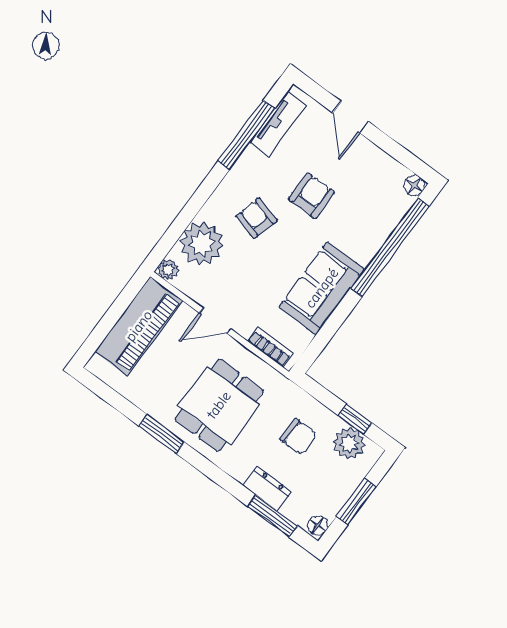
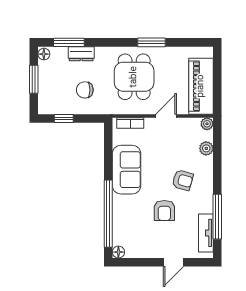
door: (351, 117) -> (173, 262), swing flipped
plant: (202, 244) -> (206, 148), width x0.53, depth x0.53
plant: (349, 443) -> (58, 105), removed

